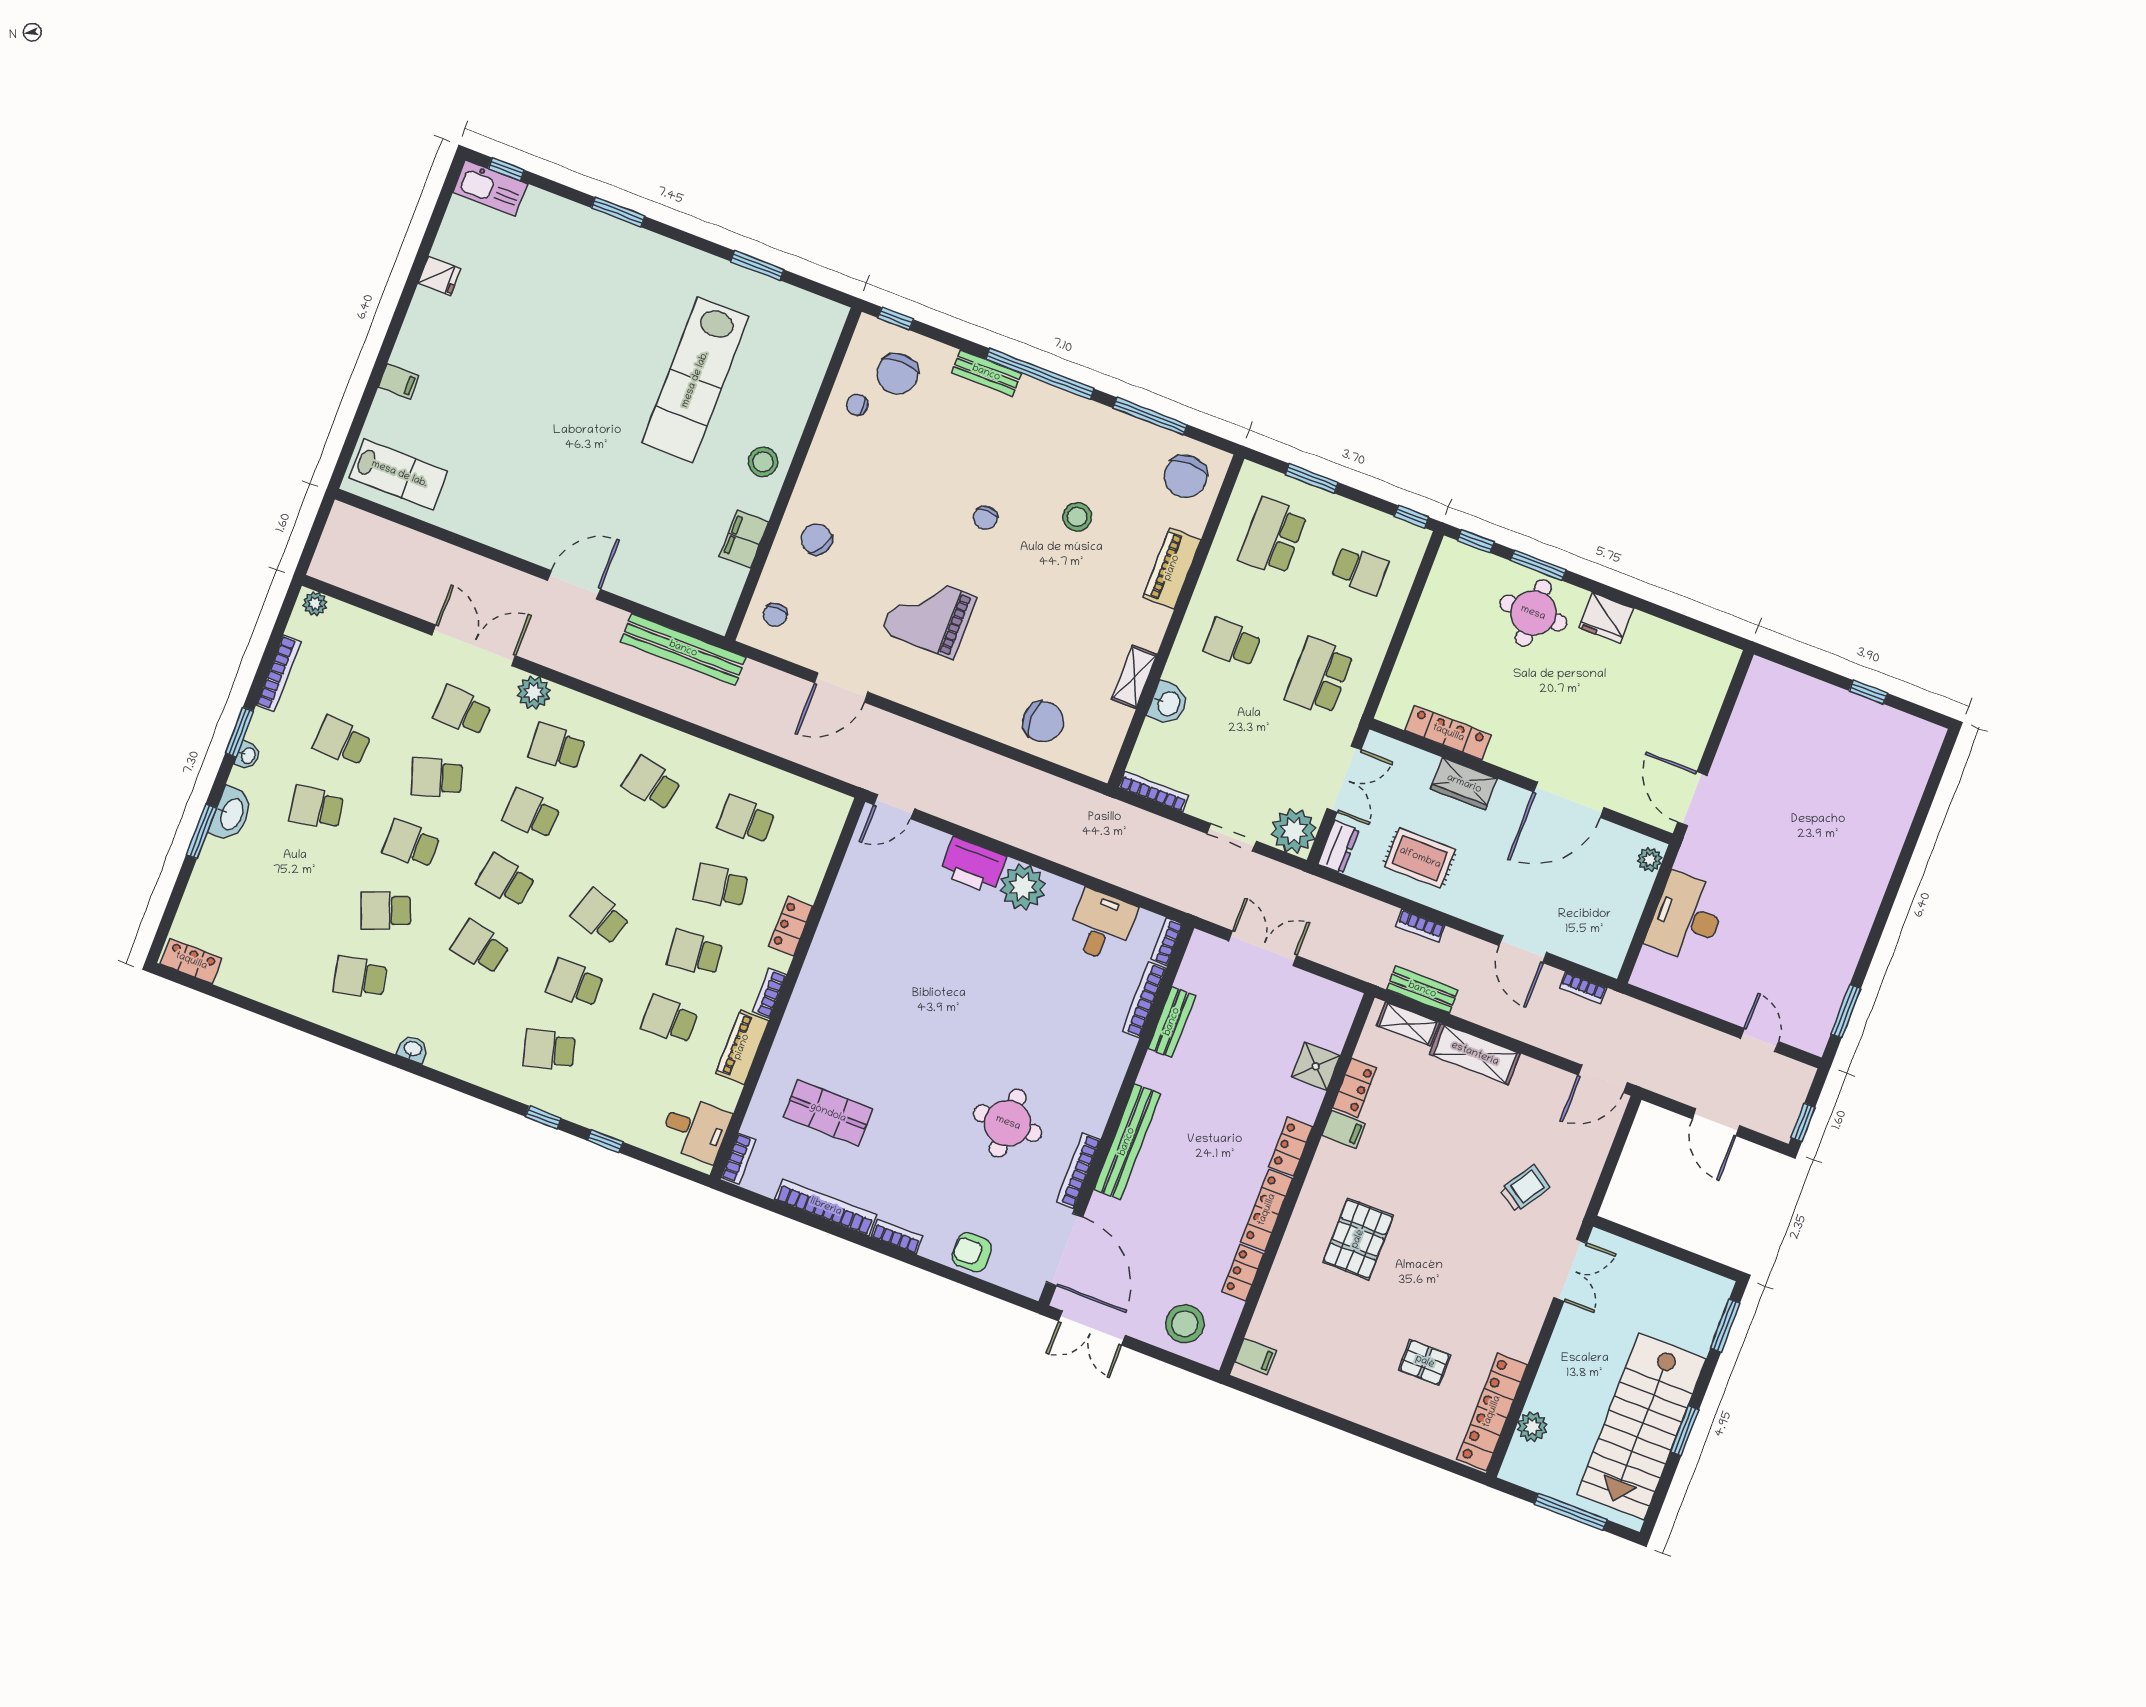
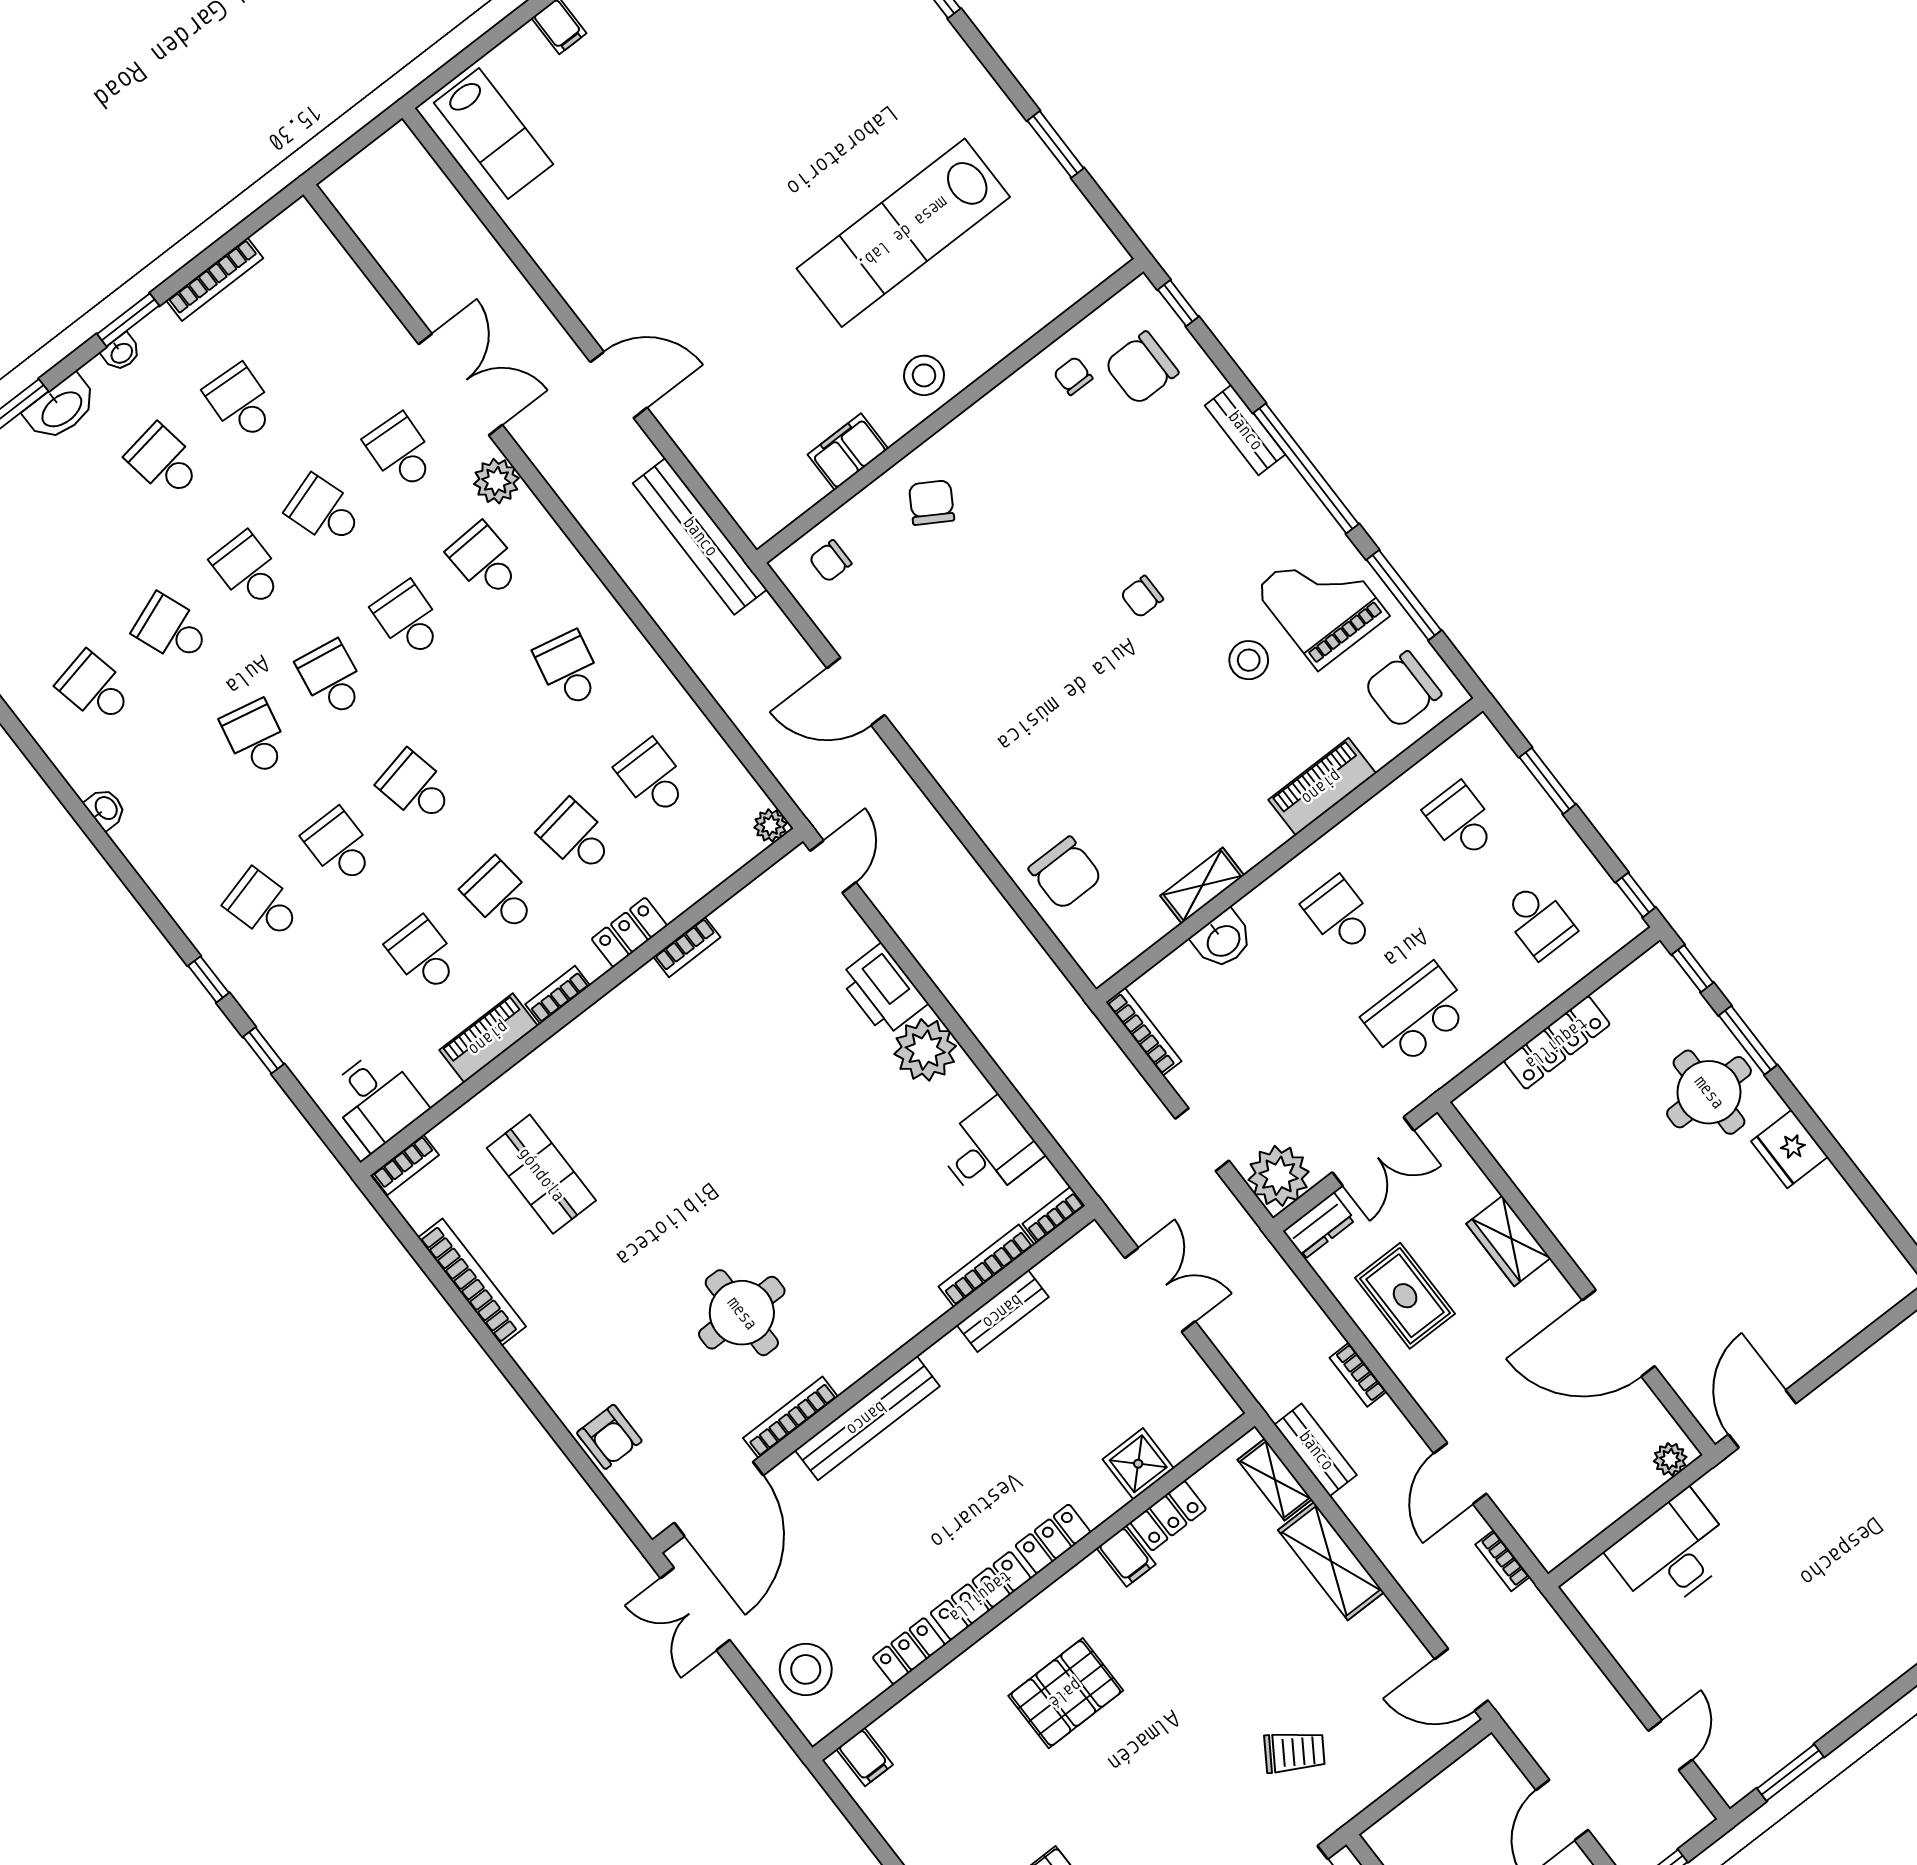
school desk: (1273, 537) -> (1461, 821), width x0.54
plant: (315, 604) -> (770, 825), moved
grand piano: (929, 615) -> (1322, 602), moved
locker: (1448, 733) -> (1557, 1043), moved, turned 90
door: (894, 807) -> (833, 867), swing flipped
school desk: (600, 917) -> (416, 787), turned -30
bookcase: (897, 1237) -> (687, 947), moved, turned 90
armchair: (972, 1252) -> (609, 1437), turned 180

